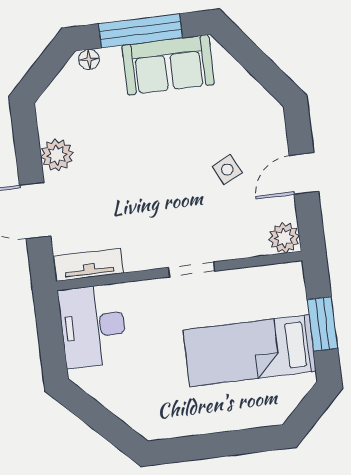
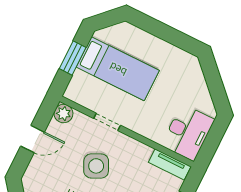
side table: (227, 170) -> (96, 166), moved, width x1.87, depth x1.87
doorway: (192, 269) -> (107, 122), moved

